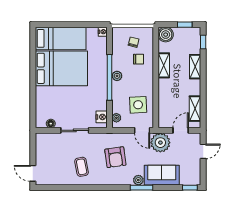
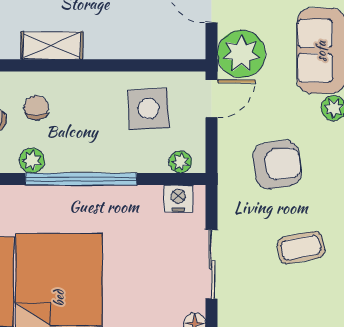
plant: (117, 76) -> (32, 161), moved

